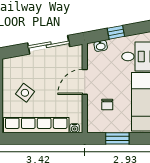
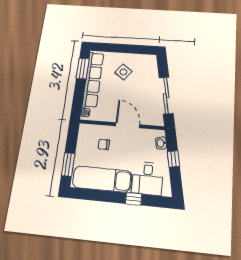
window: (24, 138) -> (83, 69), added
window: (117, 138) -> (68, 164), moved

